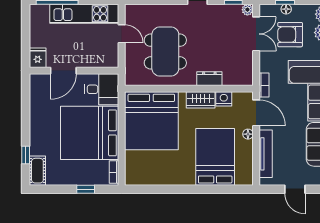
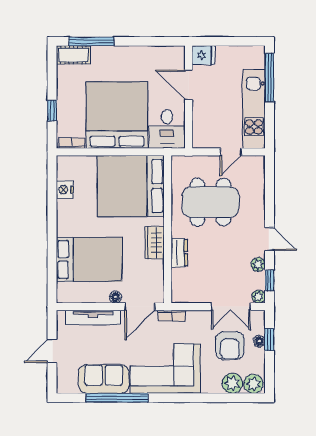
plant: (220, 10) -> (258, 264), added
armchair: (290, 35) -> (230, 346), turned 180
nightstand: (224, 99) -> (65, 190), moved, turned 180
window: (26, 155) -> (91, 41), width x2.17

